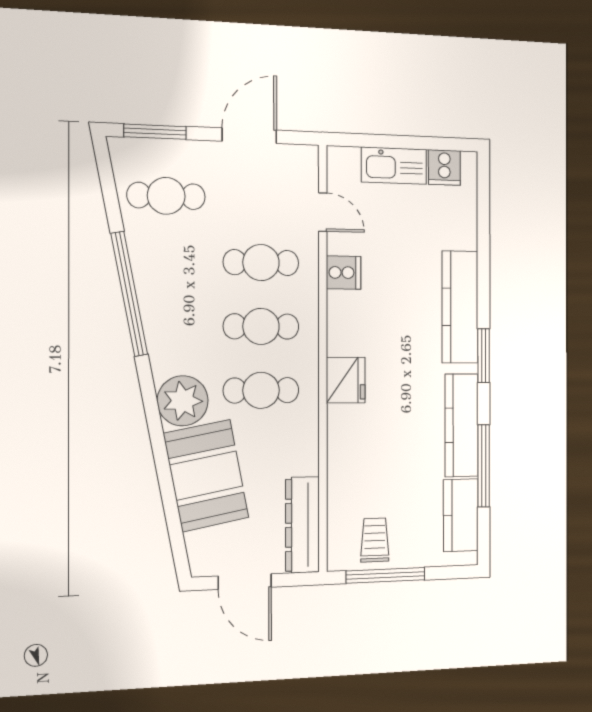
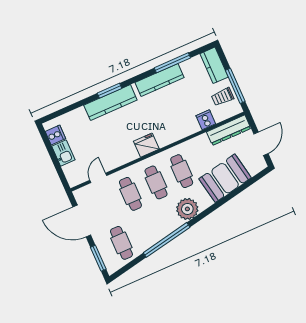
door: (249, 136) -> (82, 221), width x1.36
kitchen sink: (394, 166) -> (63, 153), width x0.73
cooker: (344, 273) -> (206, 120), moved
window: (484, 356) -> (109, 91), moved
fridge: (346, 380) -> (146, 145), moved
plant: (183, 401) -> (187, 209), moved
kitchen counter: (461, 515) -> (214, 65), moved, turned 90

